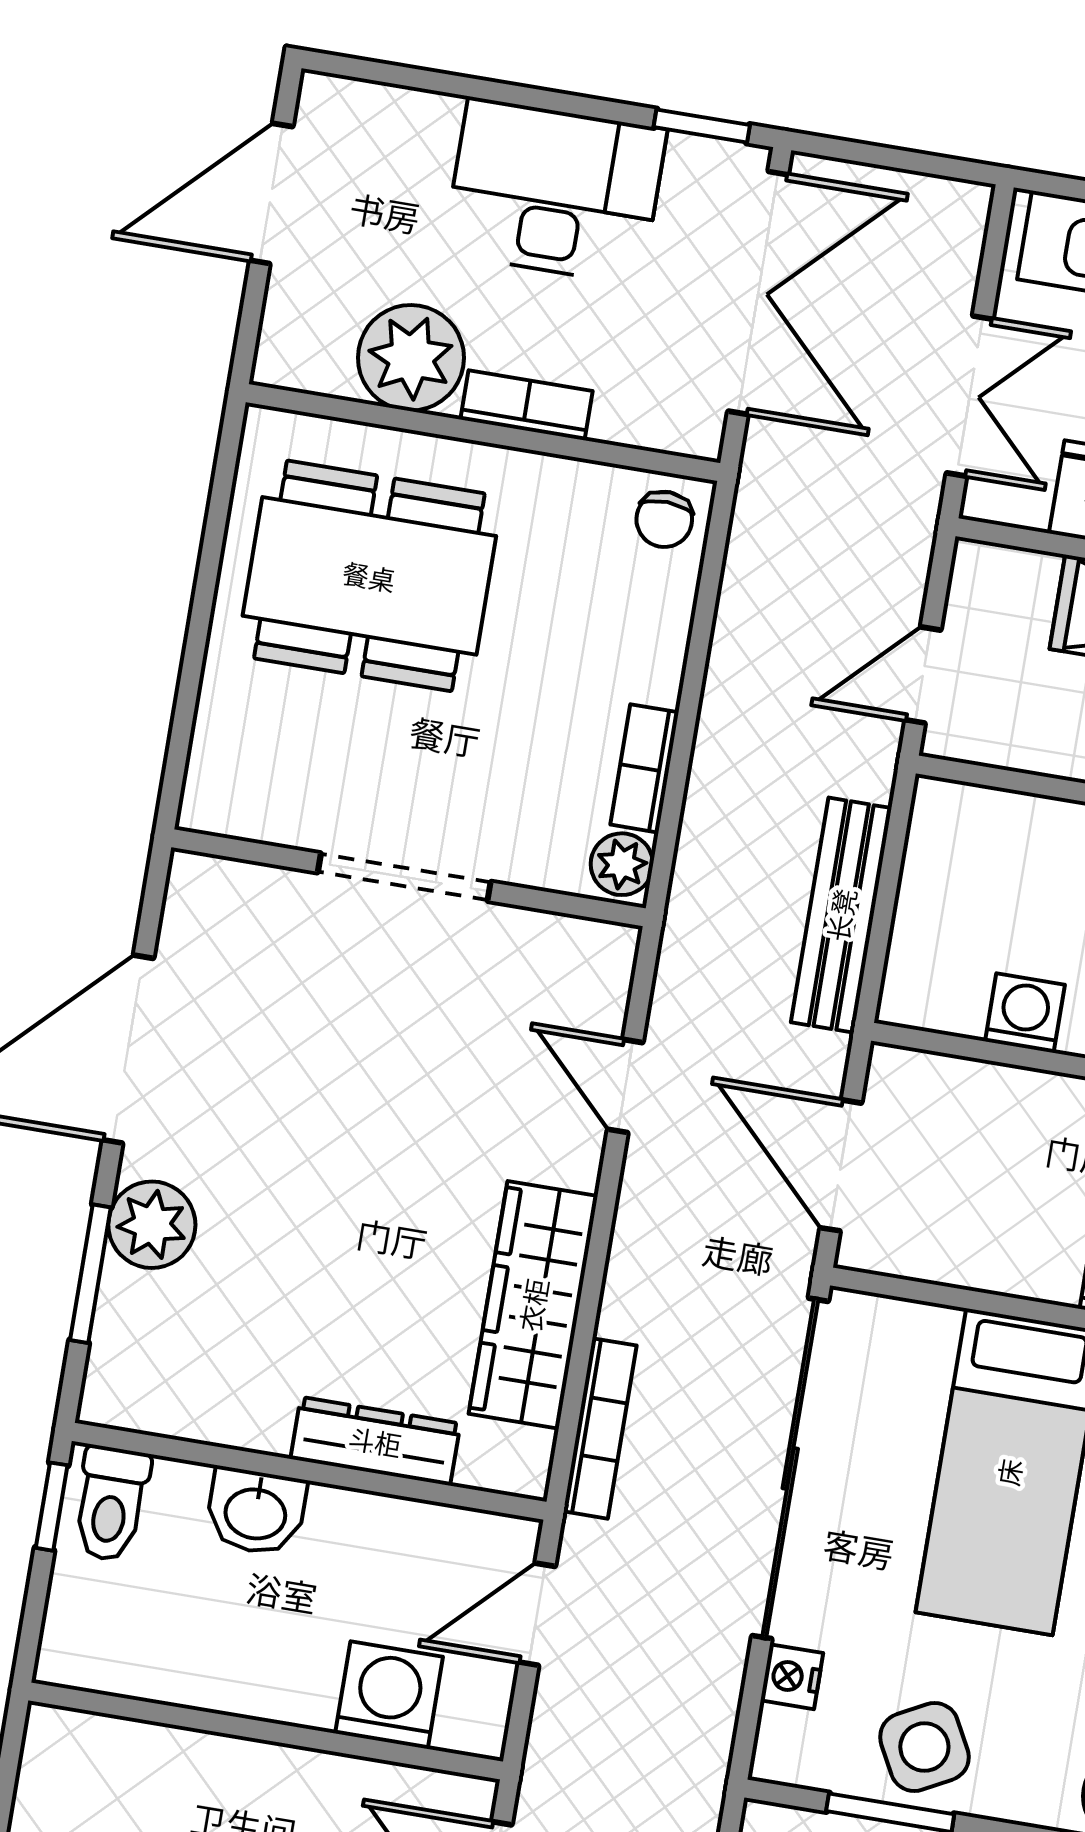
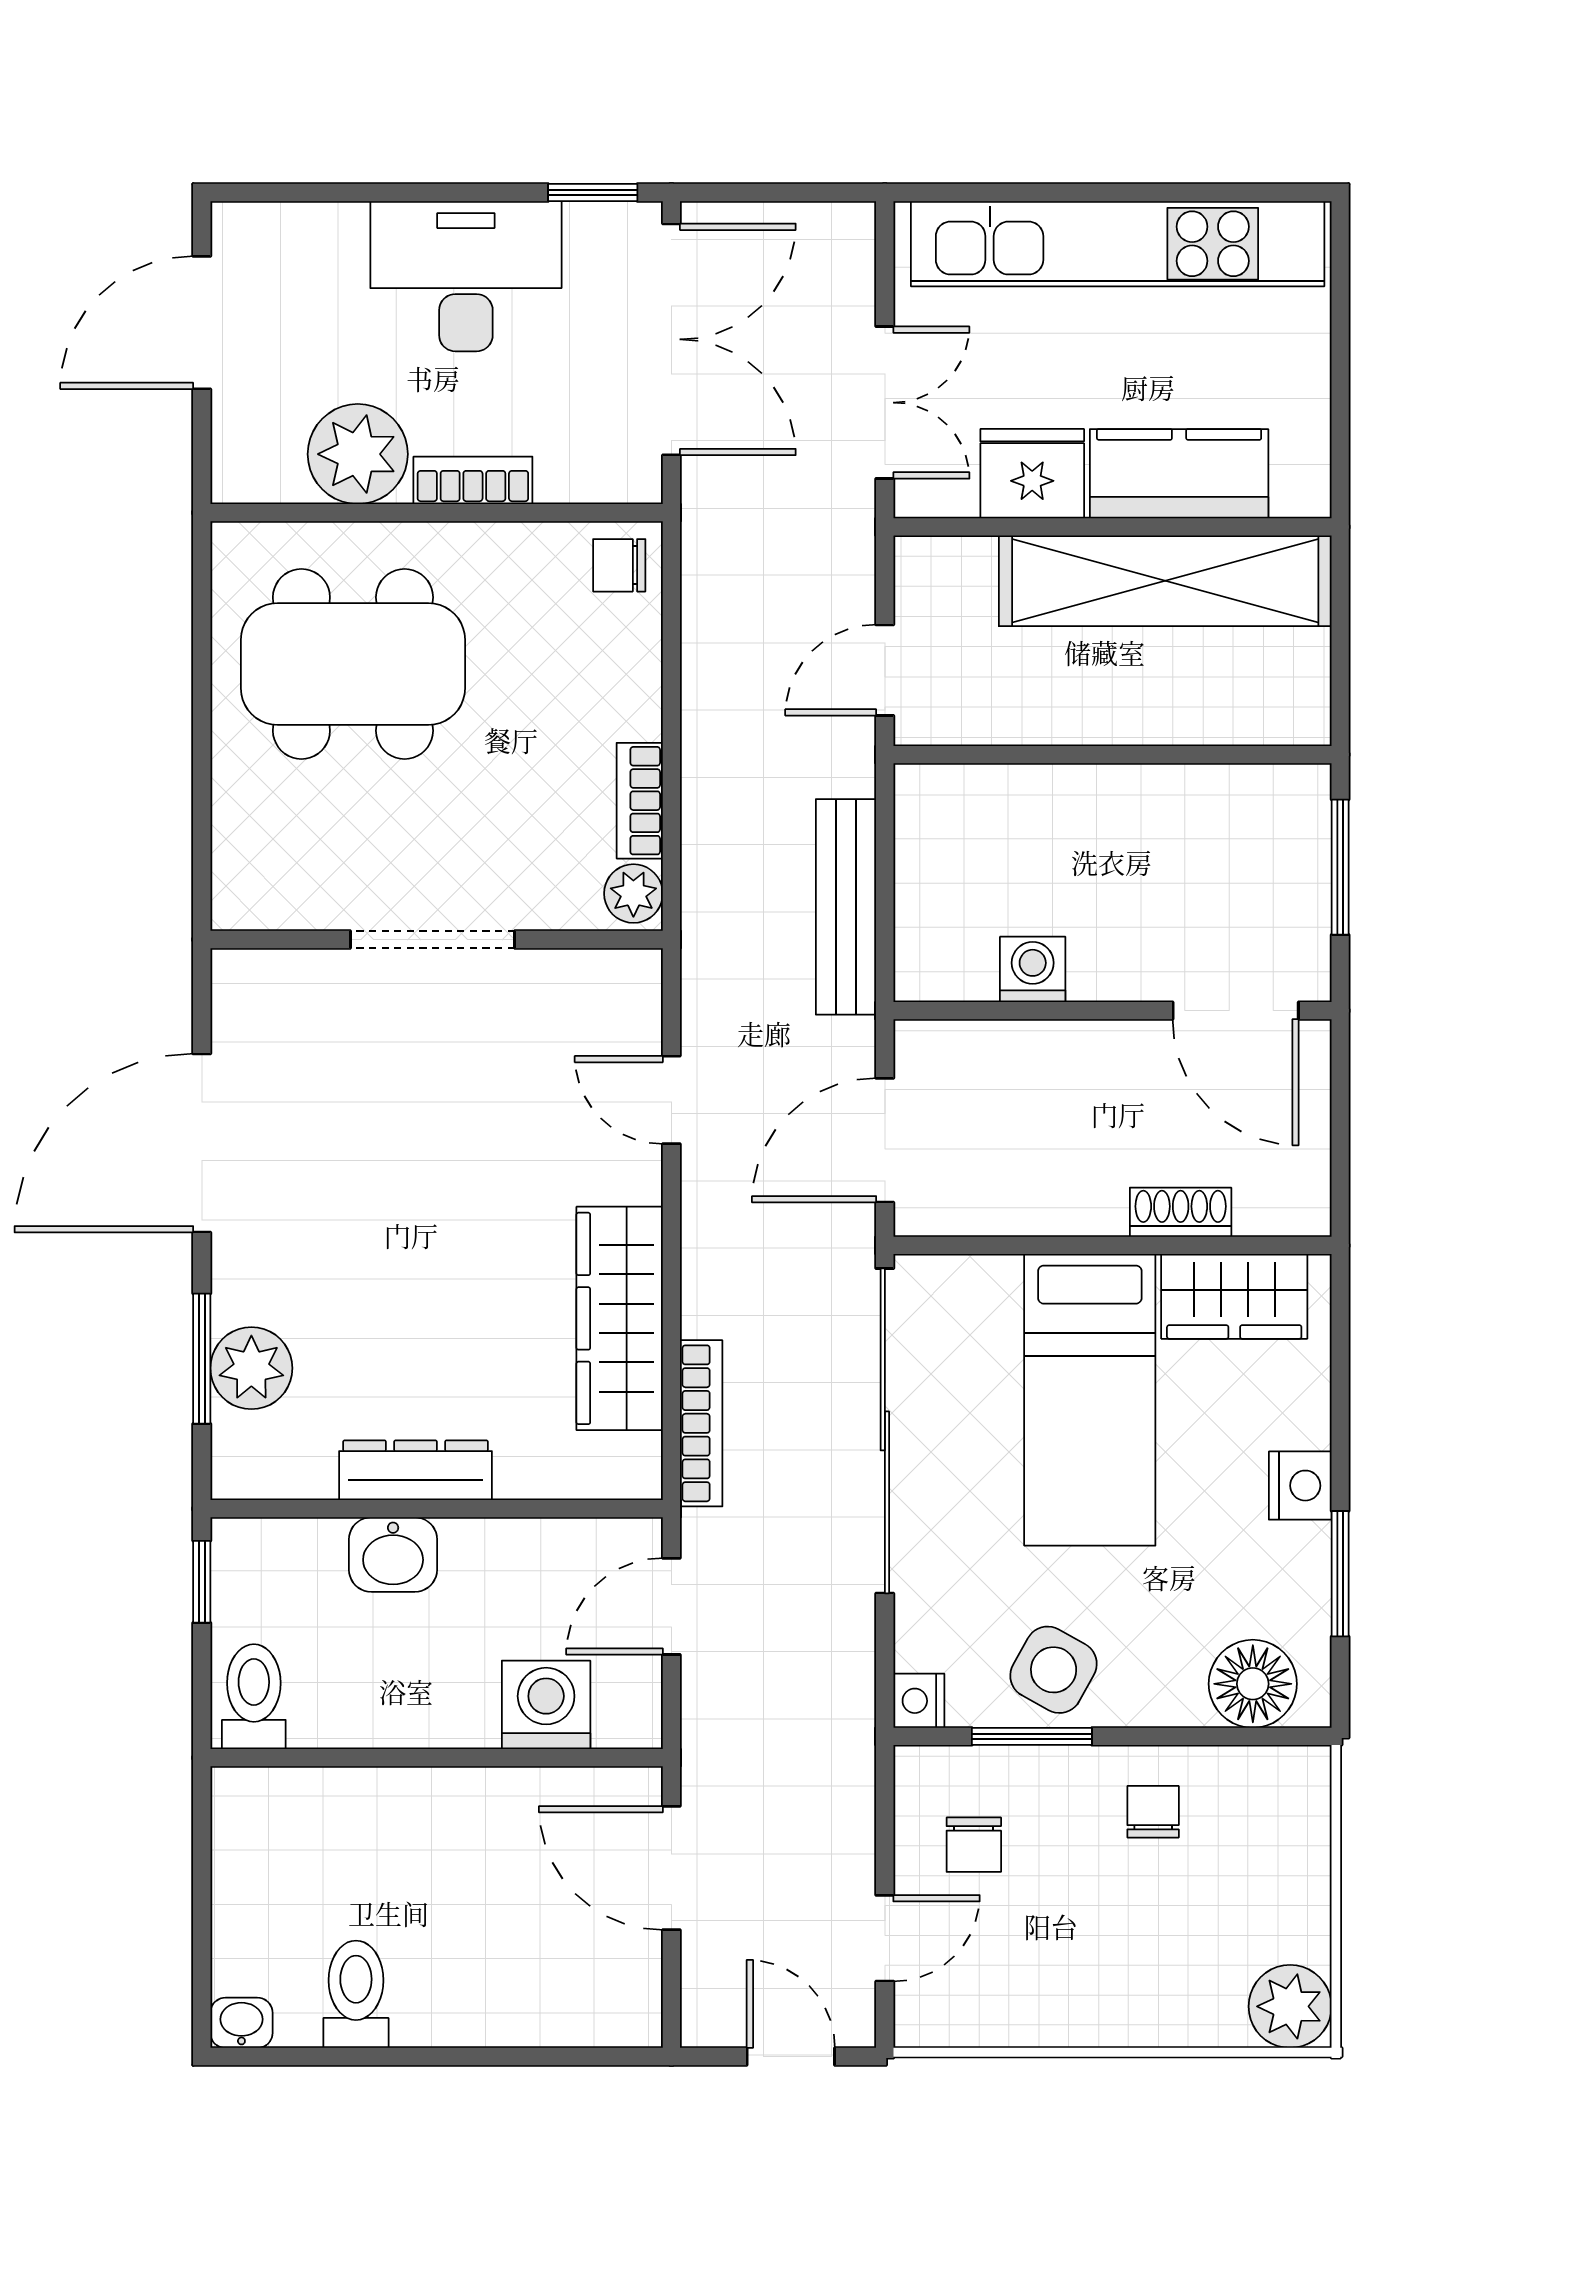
chair: (664, 519) -> (619, 565), turned 88
door: (841, 1165) -> (885, 1140), hinge flipped
plant: (152, 1225) -> (251, 1368), moved
dresser: (375, 1441) -> (416, 1470), moved
toilet: (111, 1504) -> (254, 1697), moved, turned 180
nightstand: (792, 1677) -> (919, 1701), moved
side table: (924, 1747) -> (1054, 1670), turned -33

